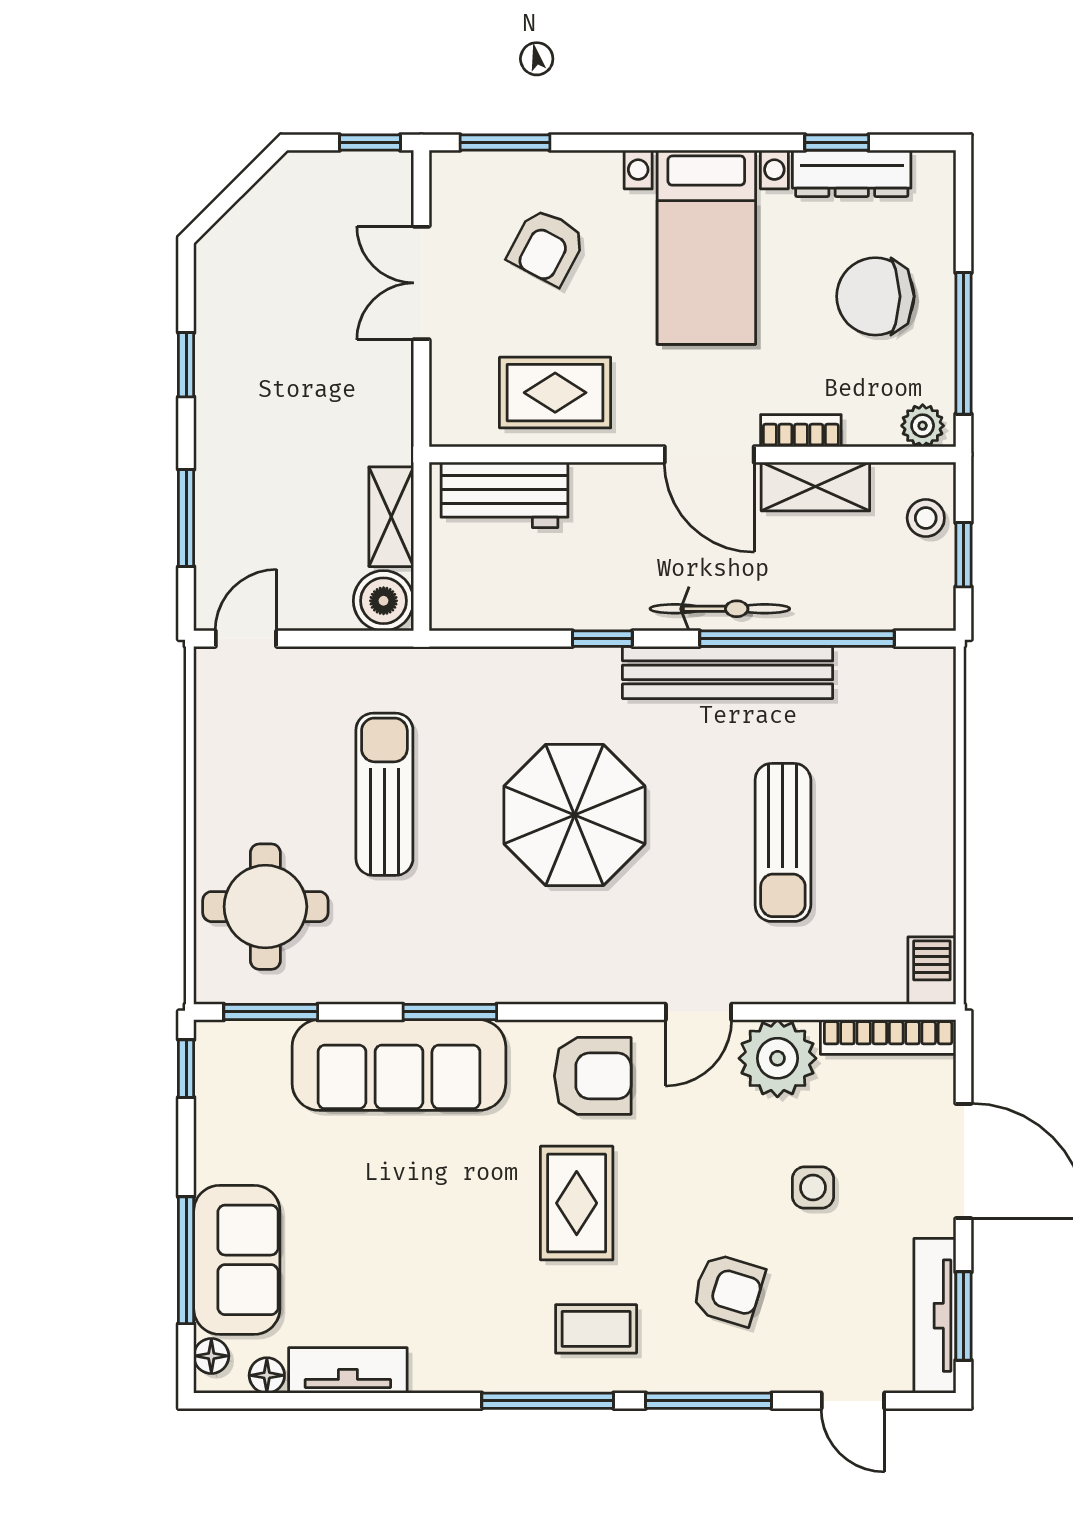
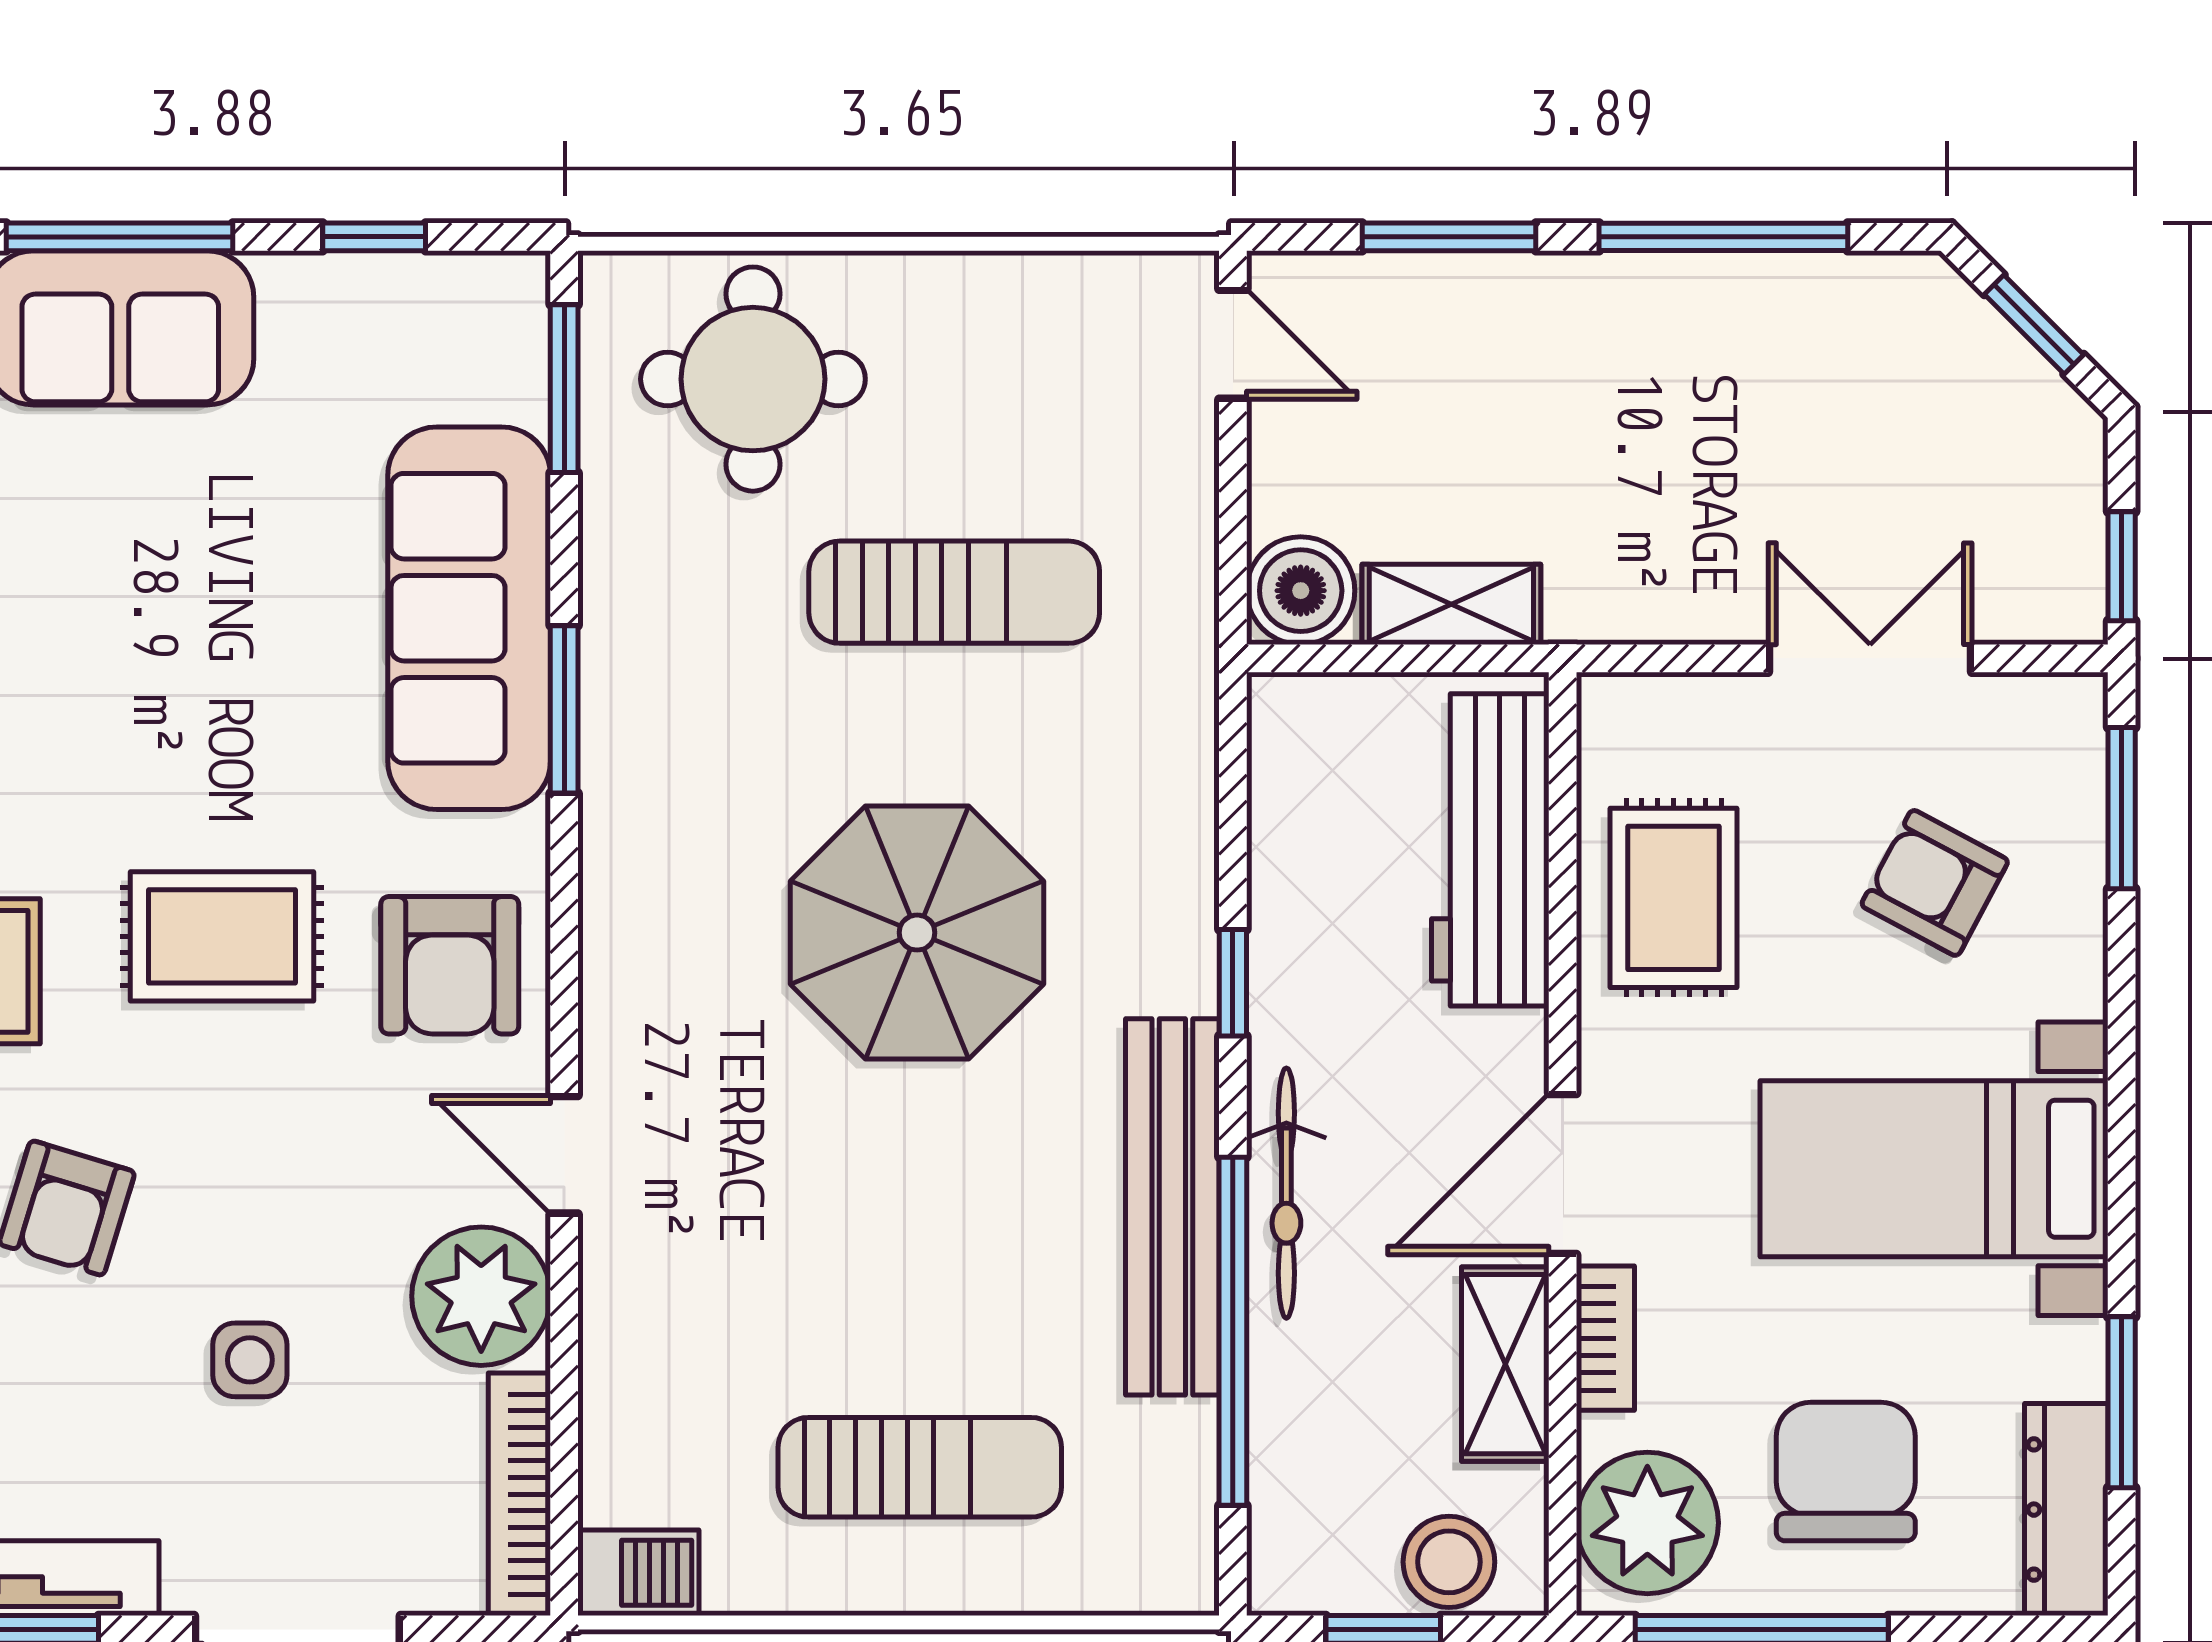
window: (837, 142) -> (2122, 1402), width x1.50
dresser: (852, 173) -> (2066, 1510), moved
window: (235, 191) -> (2034, 325), added
window: (186, 365) -> (1723, 237), width x2.17
plant: (923, 426) -> (1647, 1523), width x1.87, depth x1.87
workbench: (504, 495) -> (1490, 850), width x1.38
stool: (926, 518) -> (1449, 1562), width x1.37, depth x1.37
sun lounger: (783, 842) -> (920, 1467), moved, turned 180
window: (186, 1069) -> (374, 237), moved

